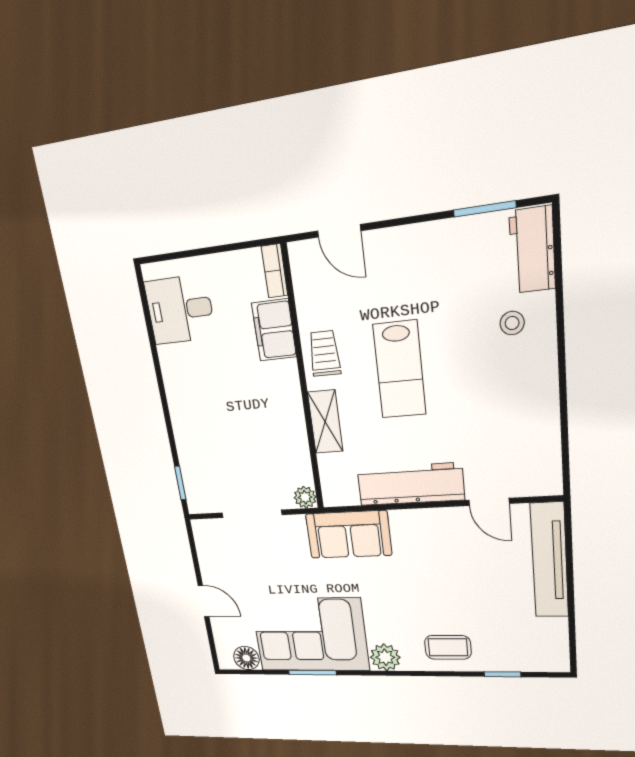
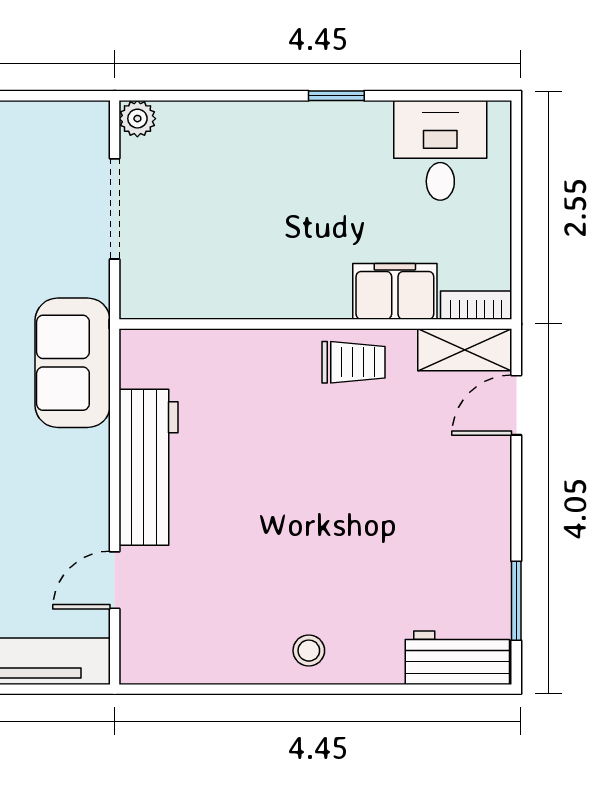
stool: (512, 323) -> (309, 651), moved
lab bench: (400, 370) -> (320, 469), removed
shelving: (325, 422) -> (465, 350), moved
window: (180, 483) -> (336, 96), moved
plant: (305, 497) -> (137, 119), moved

